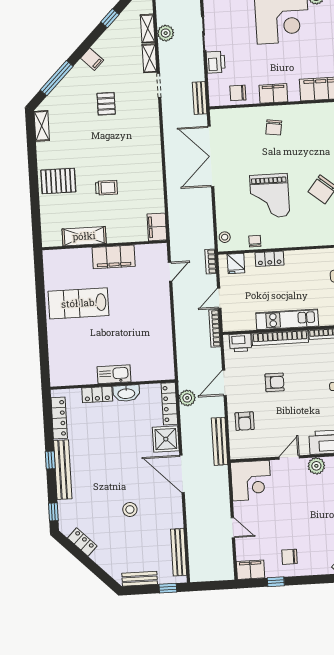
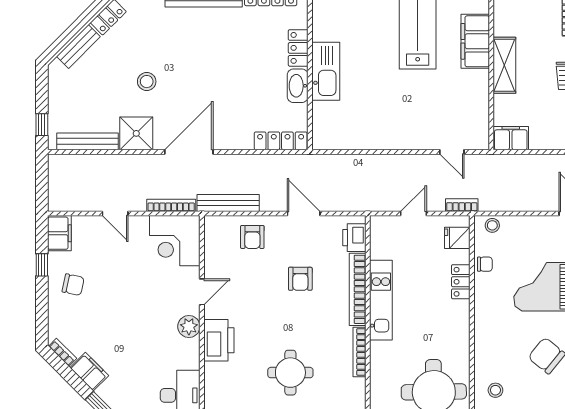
shelving: (84, 236) -> (504, 65), moved
filing cabinet: (114, 257) -> (475, 41), moved
door: (219, 298) -> (413, 214), hinge flipped
bookcase: (215, 328) -> (171, 205), moved
kitchen sink: (114, 374) -> (326, 71), width x1.36, depth x1.24
plant: (187, 398) -> (287, 164), removed
armchair: (245, 421) -> (252, 237), turned -90
shower: (166, 439) -> (136, 133), moved
door: (289, 457) -> (202, 292), hinge flipped
door: (233, 528) -> (115, 214), hinge flipped
chair: (289, 557) -> (73, 285), turned 102
bench: (140, 579) -> (78, 46), moved, turned 45

